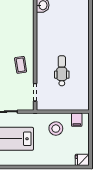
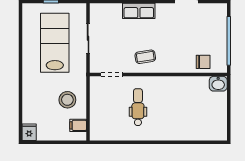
chair: (25, 17) -> (203, 62), added
dental chair: (62, 71) -> (138, 107), turned -90

